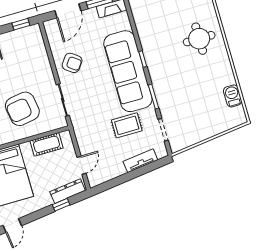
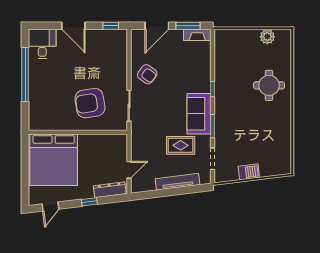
sofa: (128, 71) -> (199, 114), width x0.54, depth x0.79
barbecue: (233, 96) -> (249, 172), moved, turned 83
cot: (47, 144) -> (103, 142), removed
tv unit: (140, 161) -> (178, 182), width x1.41
window: (61, 205) -> (89, 202), moved

